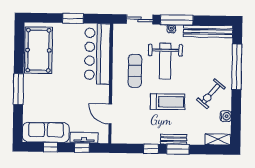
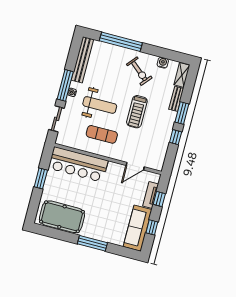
treadmill: (168, 102) -> (137, 112), turned 180
bench: (174, 139) -> (176, 99), moved

